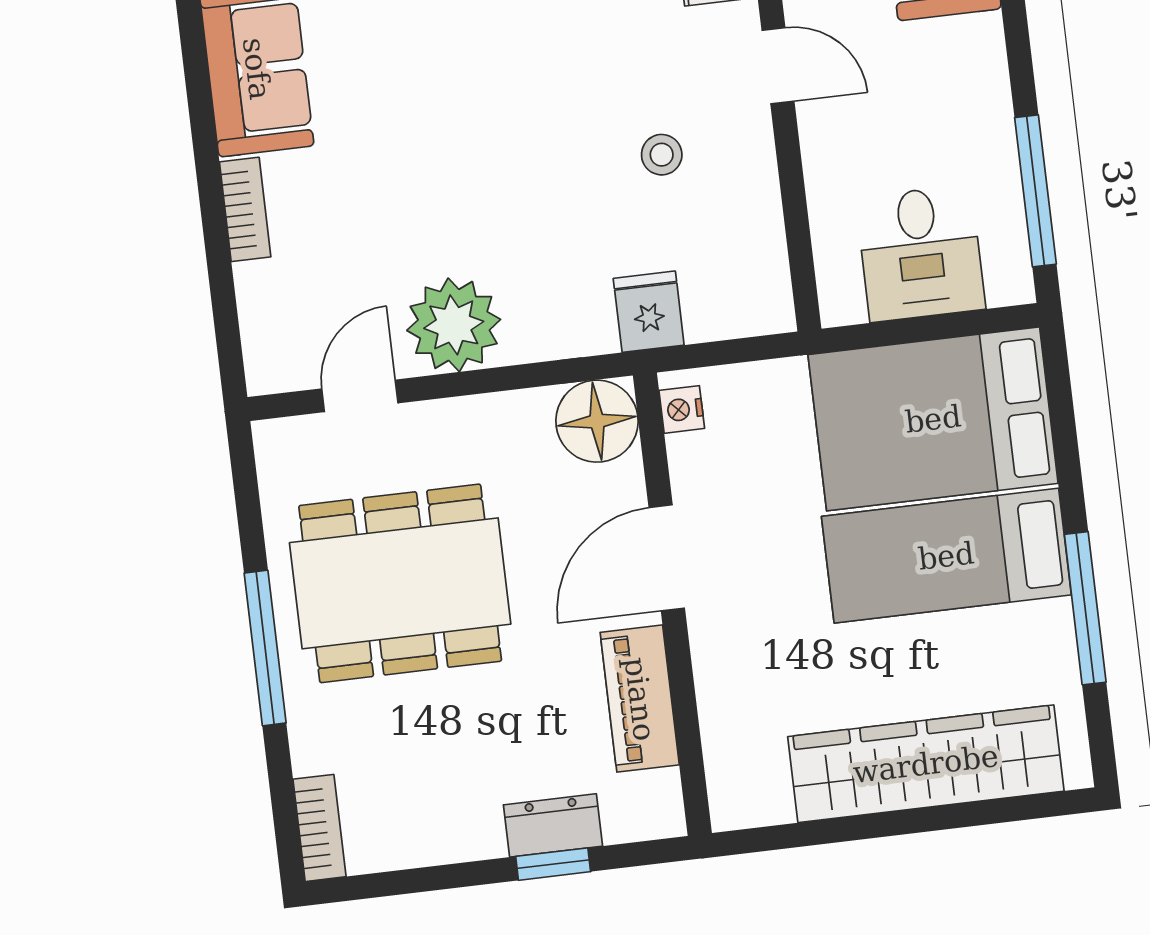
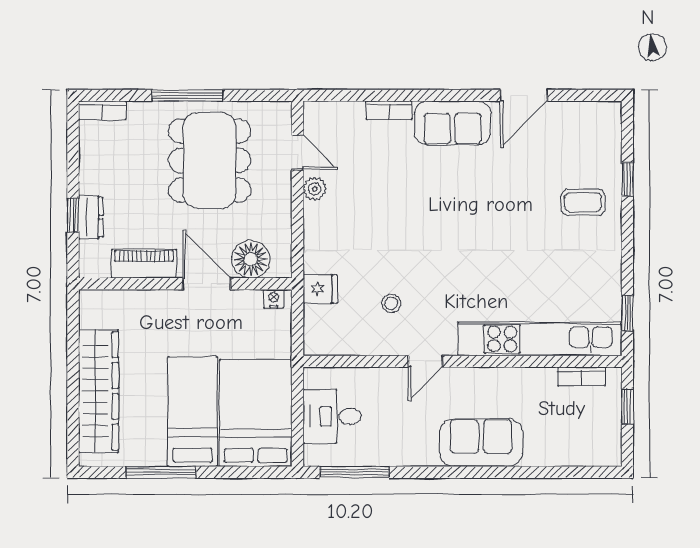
plant: (454, 325) -> (315, 189), width x0.53, depth x0.53
floor lamp: (597, 421) -> (251, 259), moved

